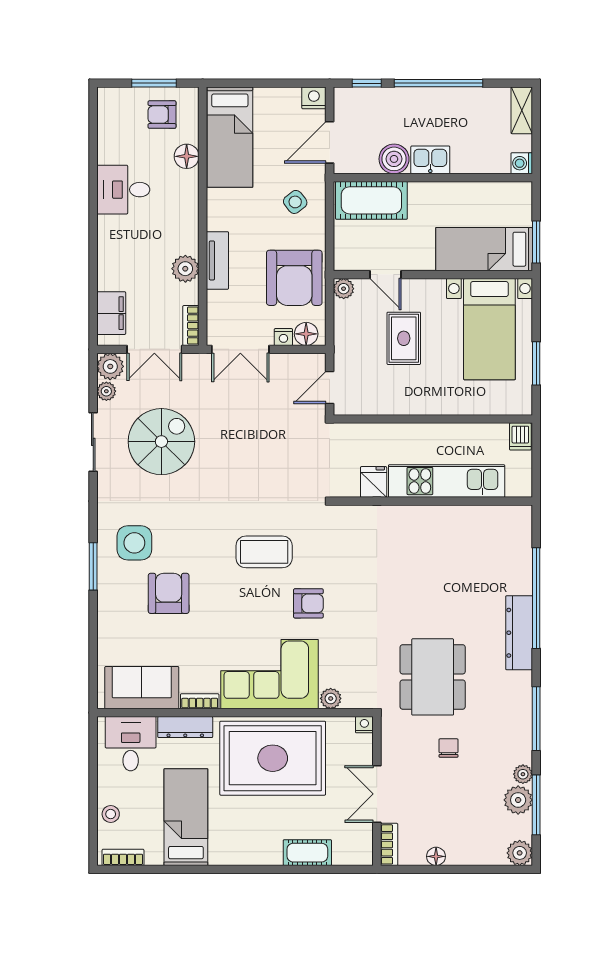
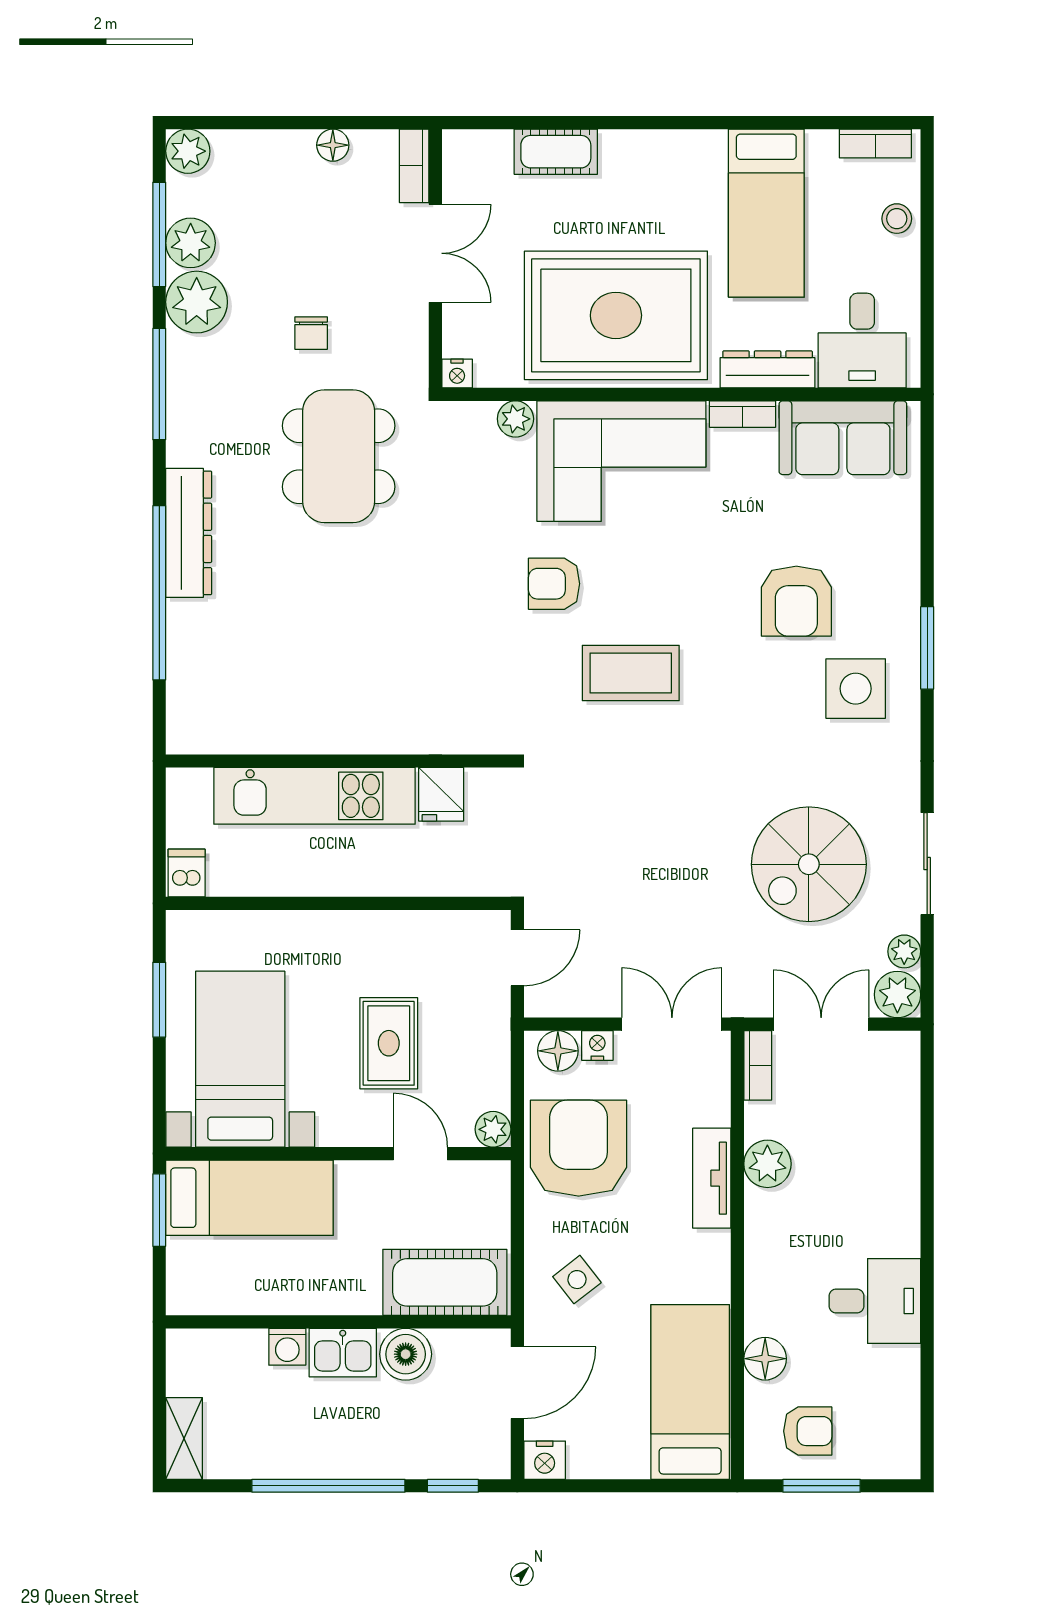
washing machine: (522, 163) -> (287, 1347), moved, turned 90
filing cabinet: (111, 313) -> (896, 1087), removed
plant: (523, 774) -> (197, 302), width x1.88, depth x1.88

